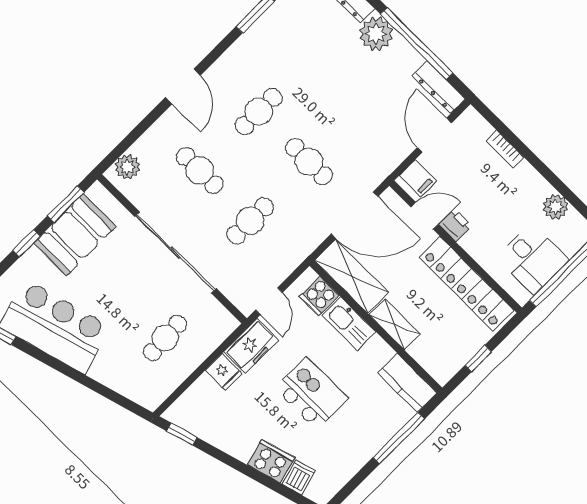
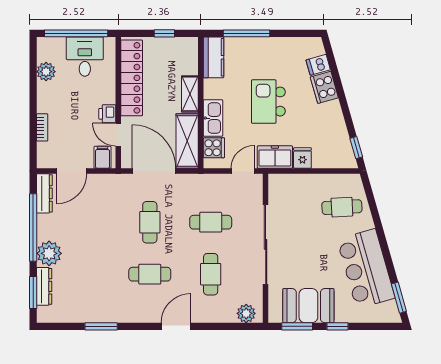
cafe table: (165, 338) -> (342, 207), moved

